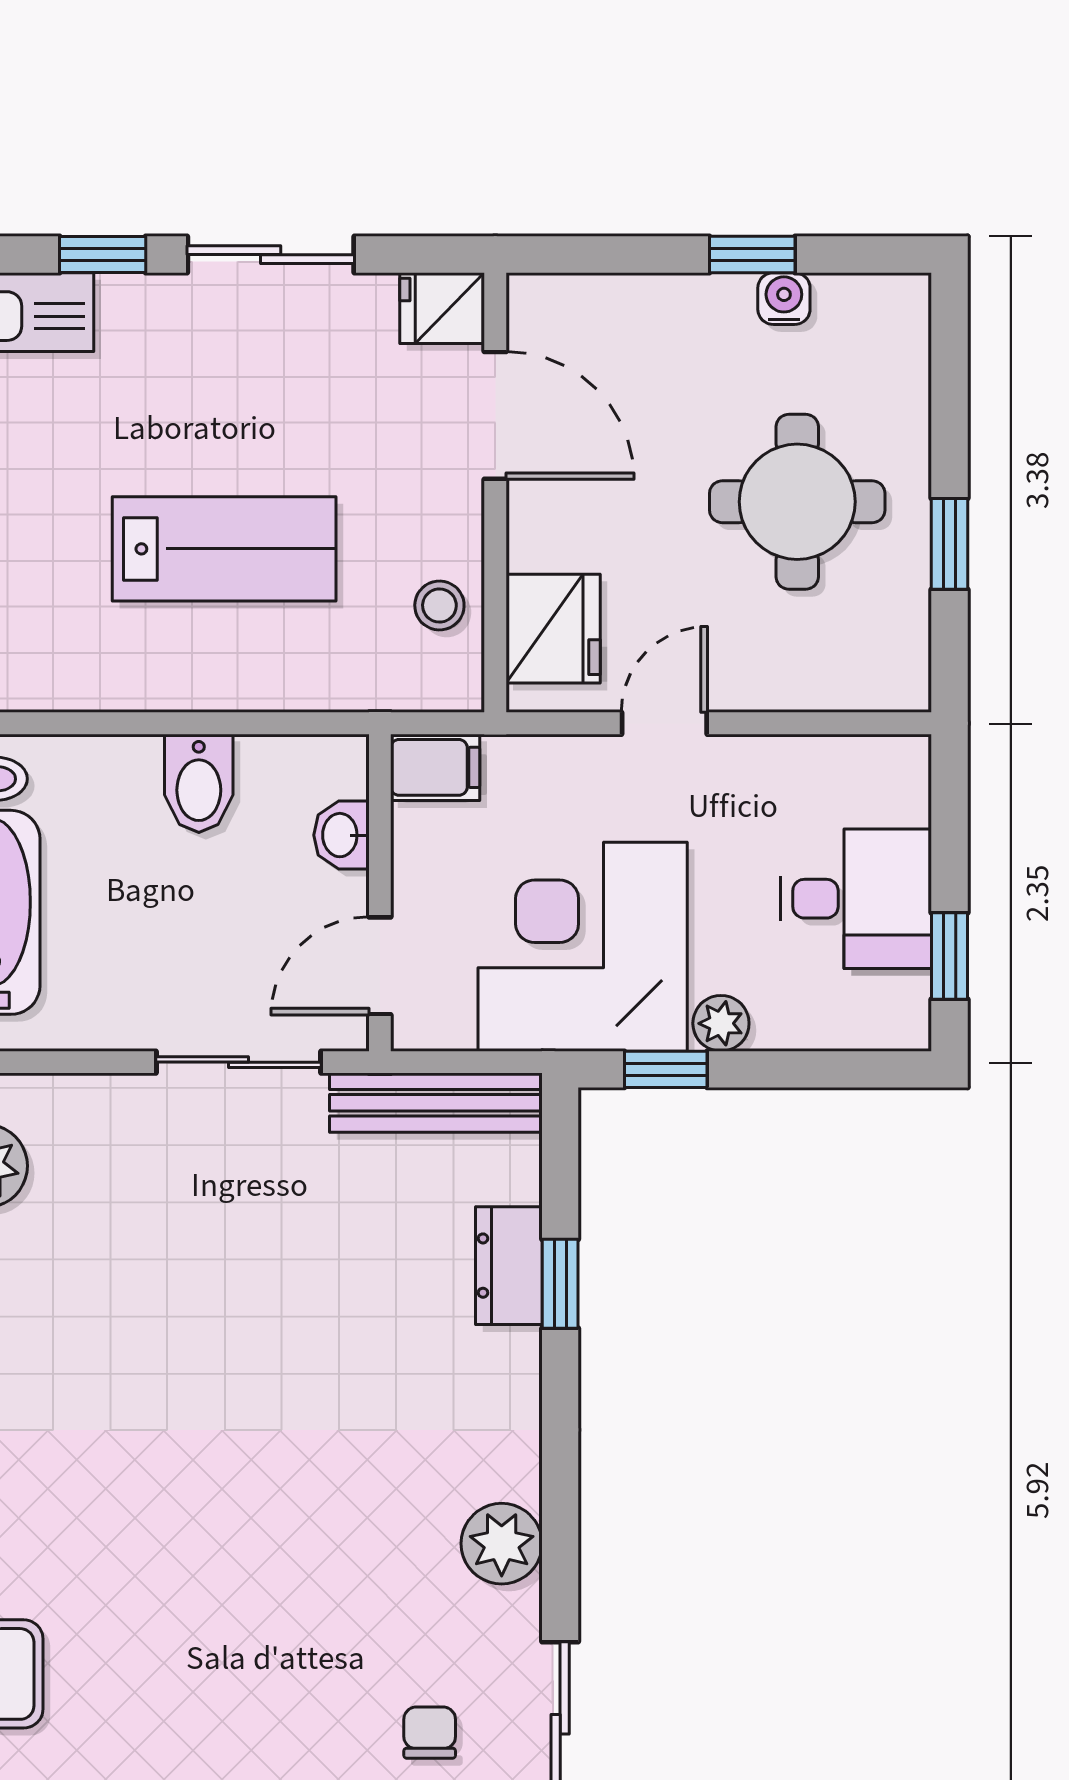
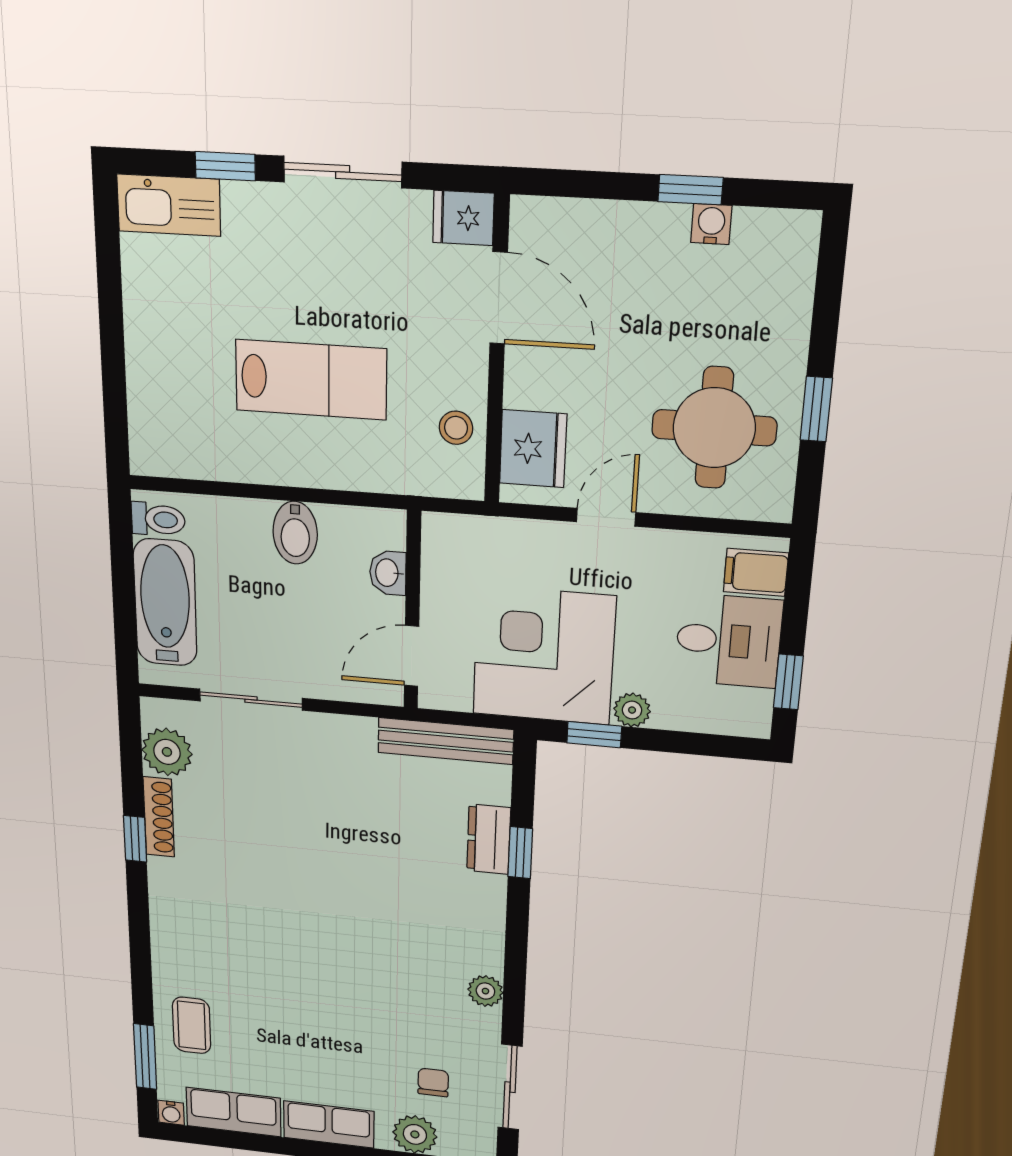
round table: (797, 502) -> (714, 428), moved
filing cabinet: (435, 767) -> (756, 572), moved, turned 180
sliding door: (238, 1062) -> (251, 700), moved
plant: (502, 1544) -> (485, 991), width x0.73, depth x0.73

